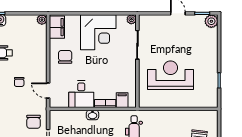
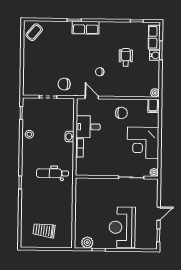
plant: (211, 21) -> (87, 243), moved
filing cabinet: (57, 27) -> (153, 106), width x0.50
reception desk: (170, 75) -> (122, 227), moved, turned 180
door: (48, 91) -> (92, 97), hinge flipped
filing cabinet: (122, 100) -> (82, 163), removed

